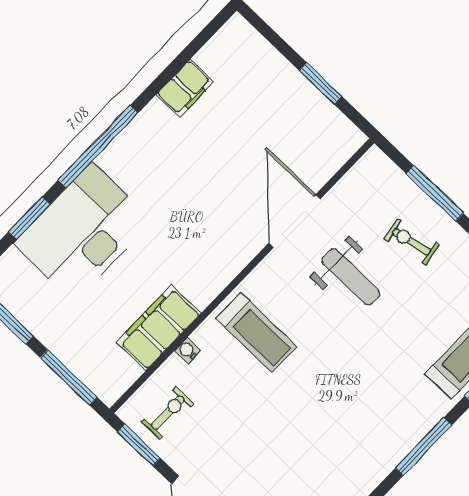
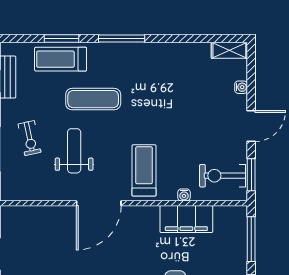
door: (295, 221) -> (99, 203), moved
exercise mat: (387, 352) -> (93, 99), added
exercise bike: (168, 413) -> (223, 176), width x1.38, depth x1.39

